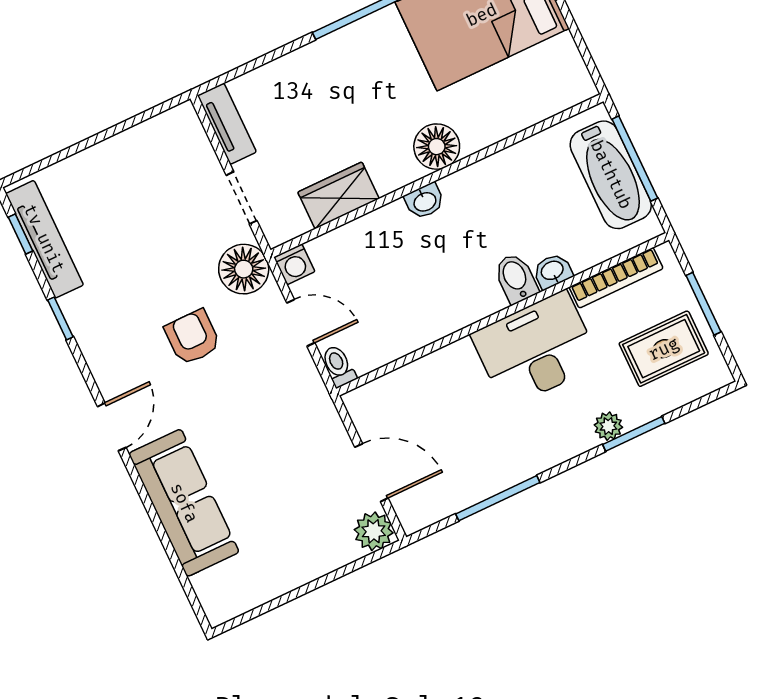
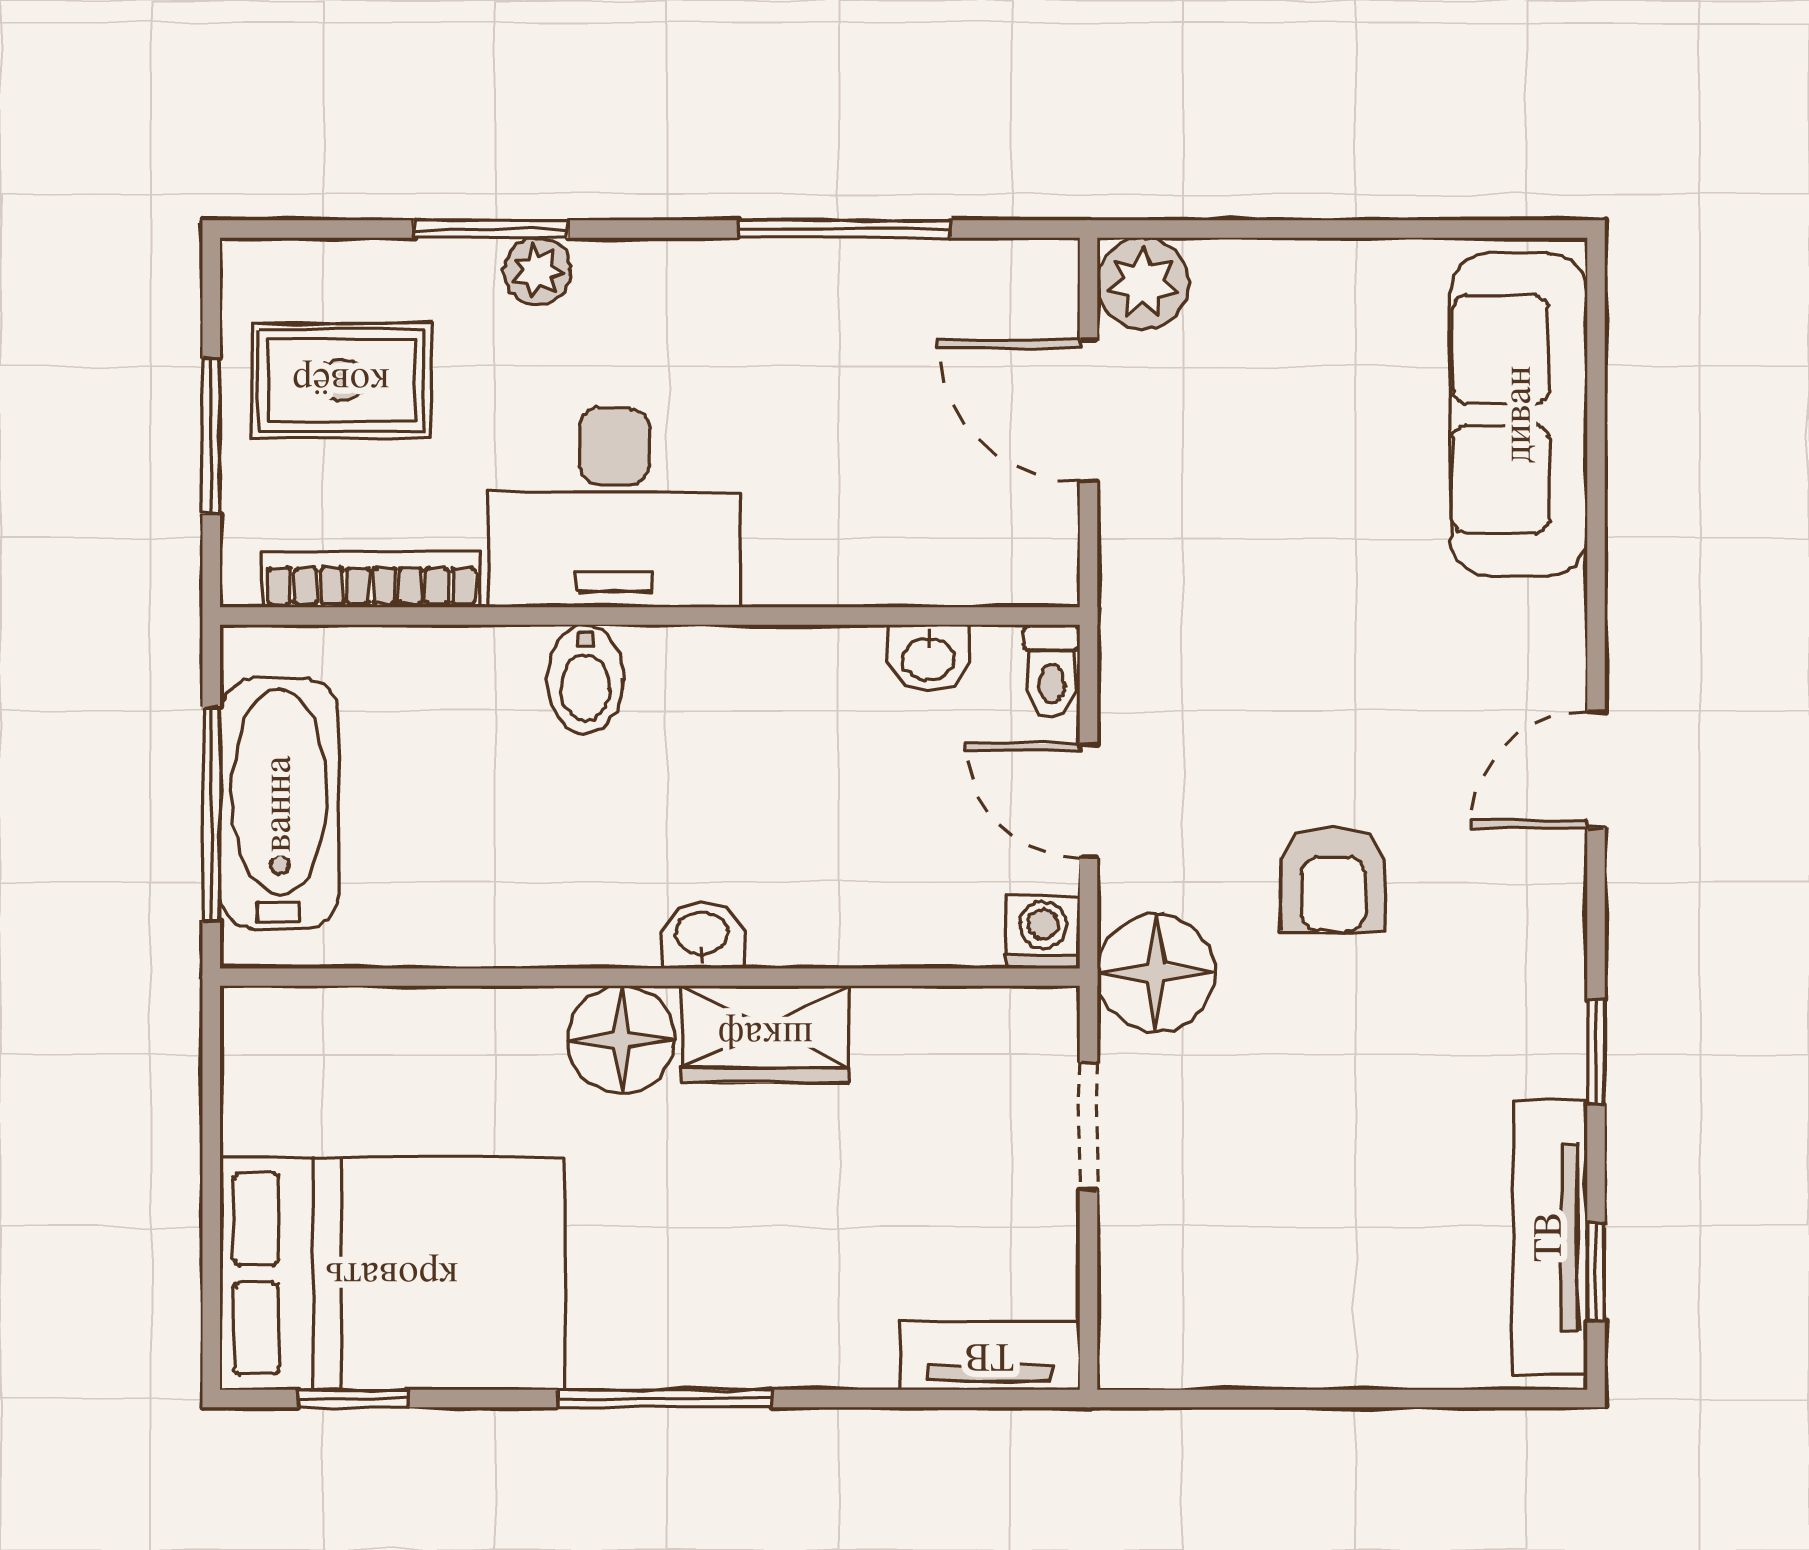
tv unit: (227, 124) -> (989, 1355), moved, turned 90
wardrobe: (338, 195) -> (765, 1034), moved
washbasin: (553, 271) -> (928, 657), moved
sofa: (184, 503) -> (1519, 414), moved

